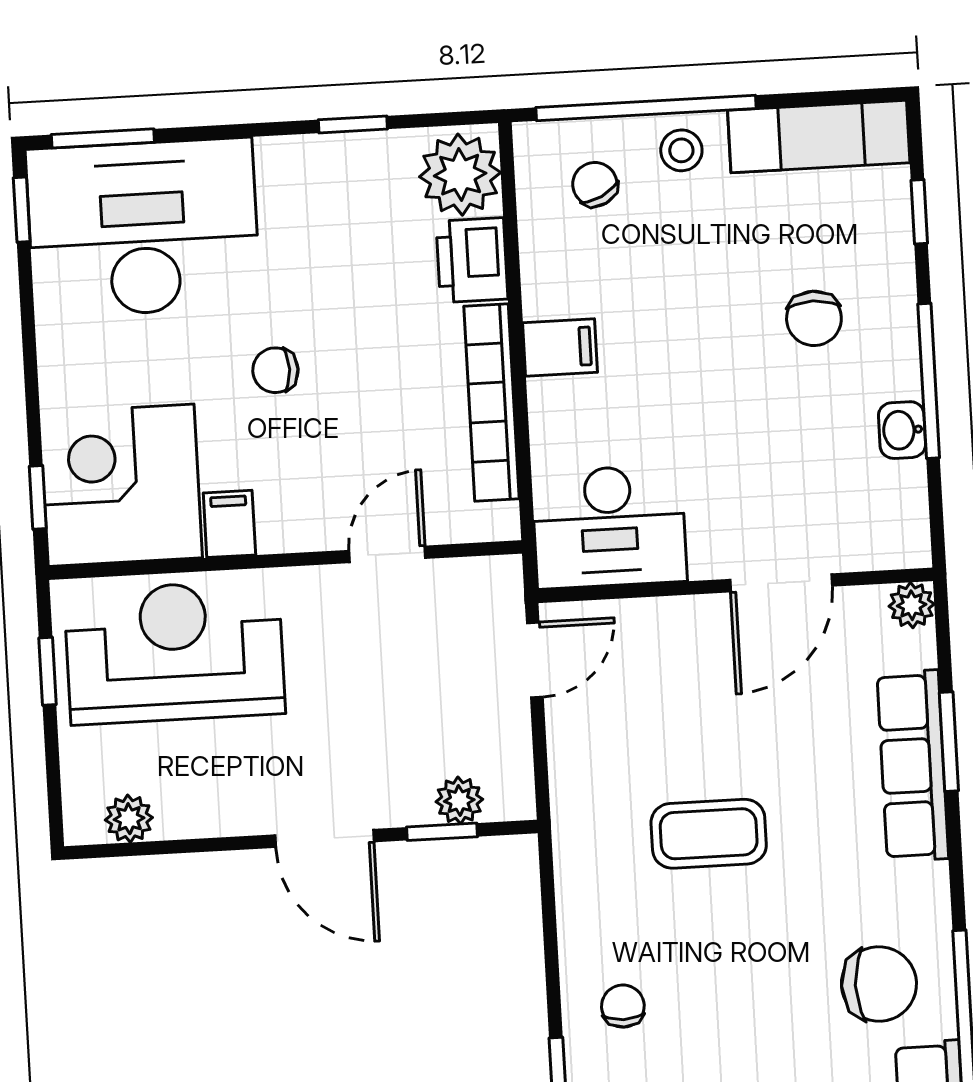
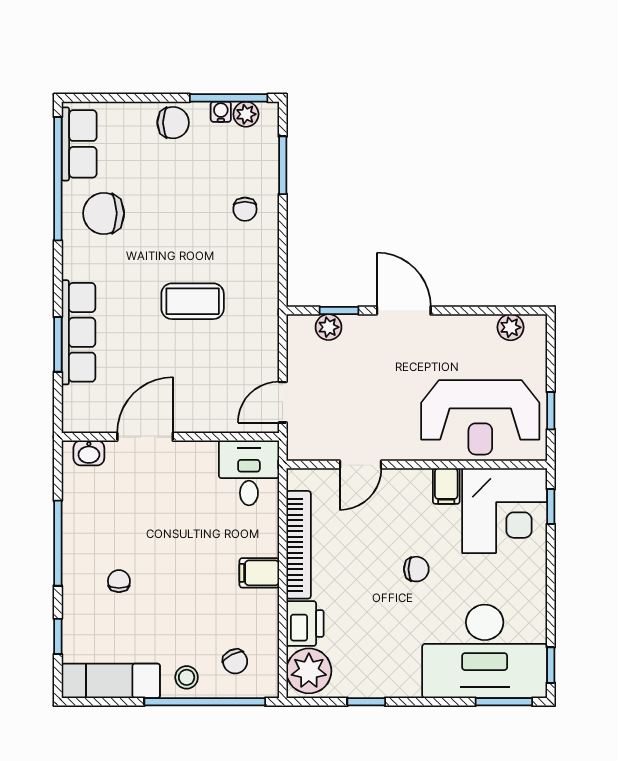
chair: (814, 318) -> (119, 581), width x0.73, depth x0.73
washbasin: (902, 430) -> (89, 453), moved, turned 90
desk: (609, 527) -> (249, 473), width x0.73
plant: (912, 605) -> (74, 421), removed

